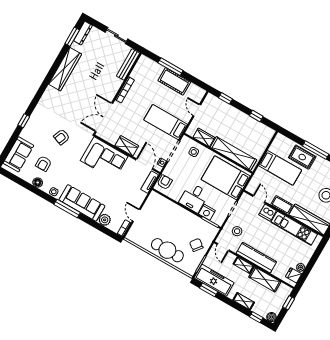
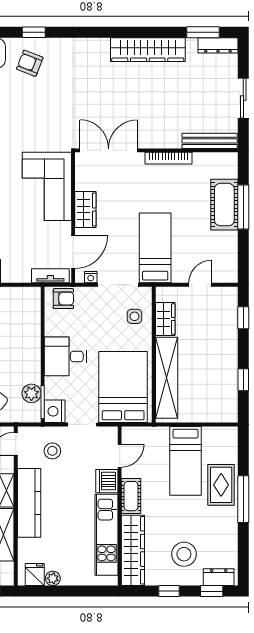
cot: (174, 81) -> (224, 205), moved
armchair: (62, 137) -> (30, 63), moved
nightstand: (207, 212) -> (55, 411), moved
plant: (203, 225) -> (31, 393), added

